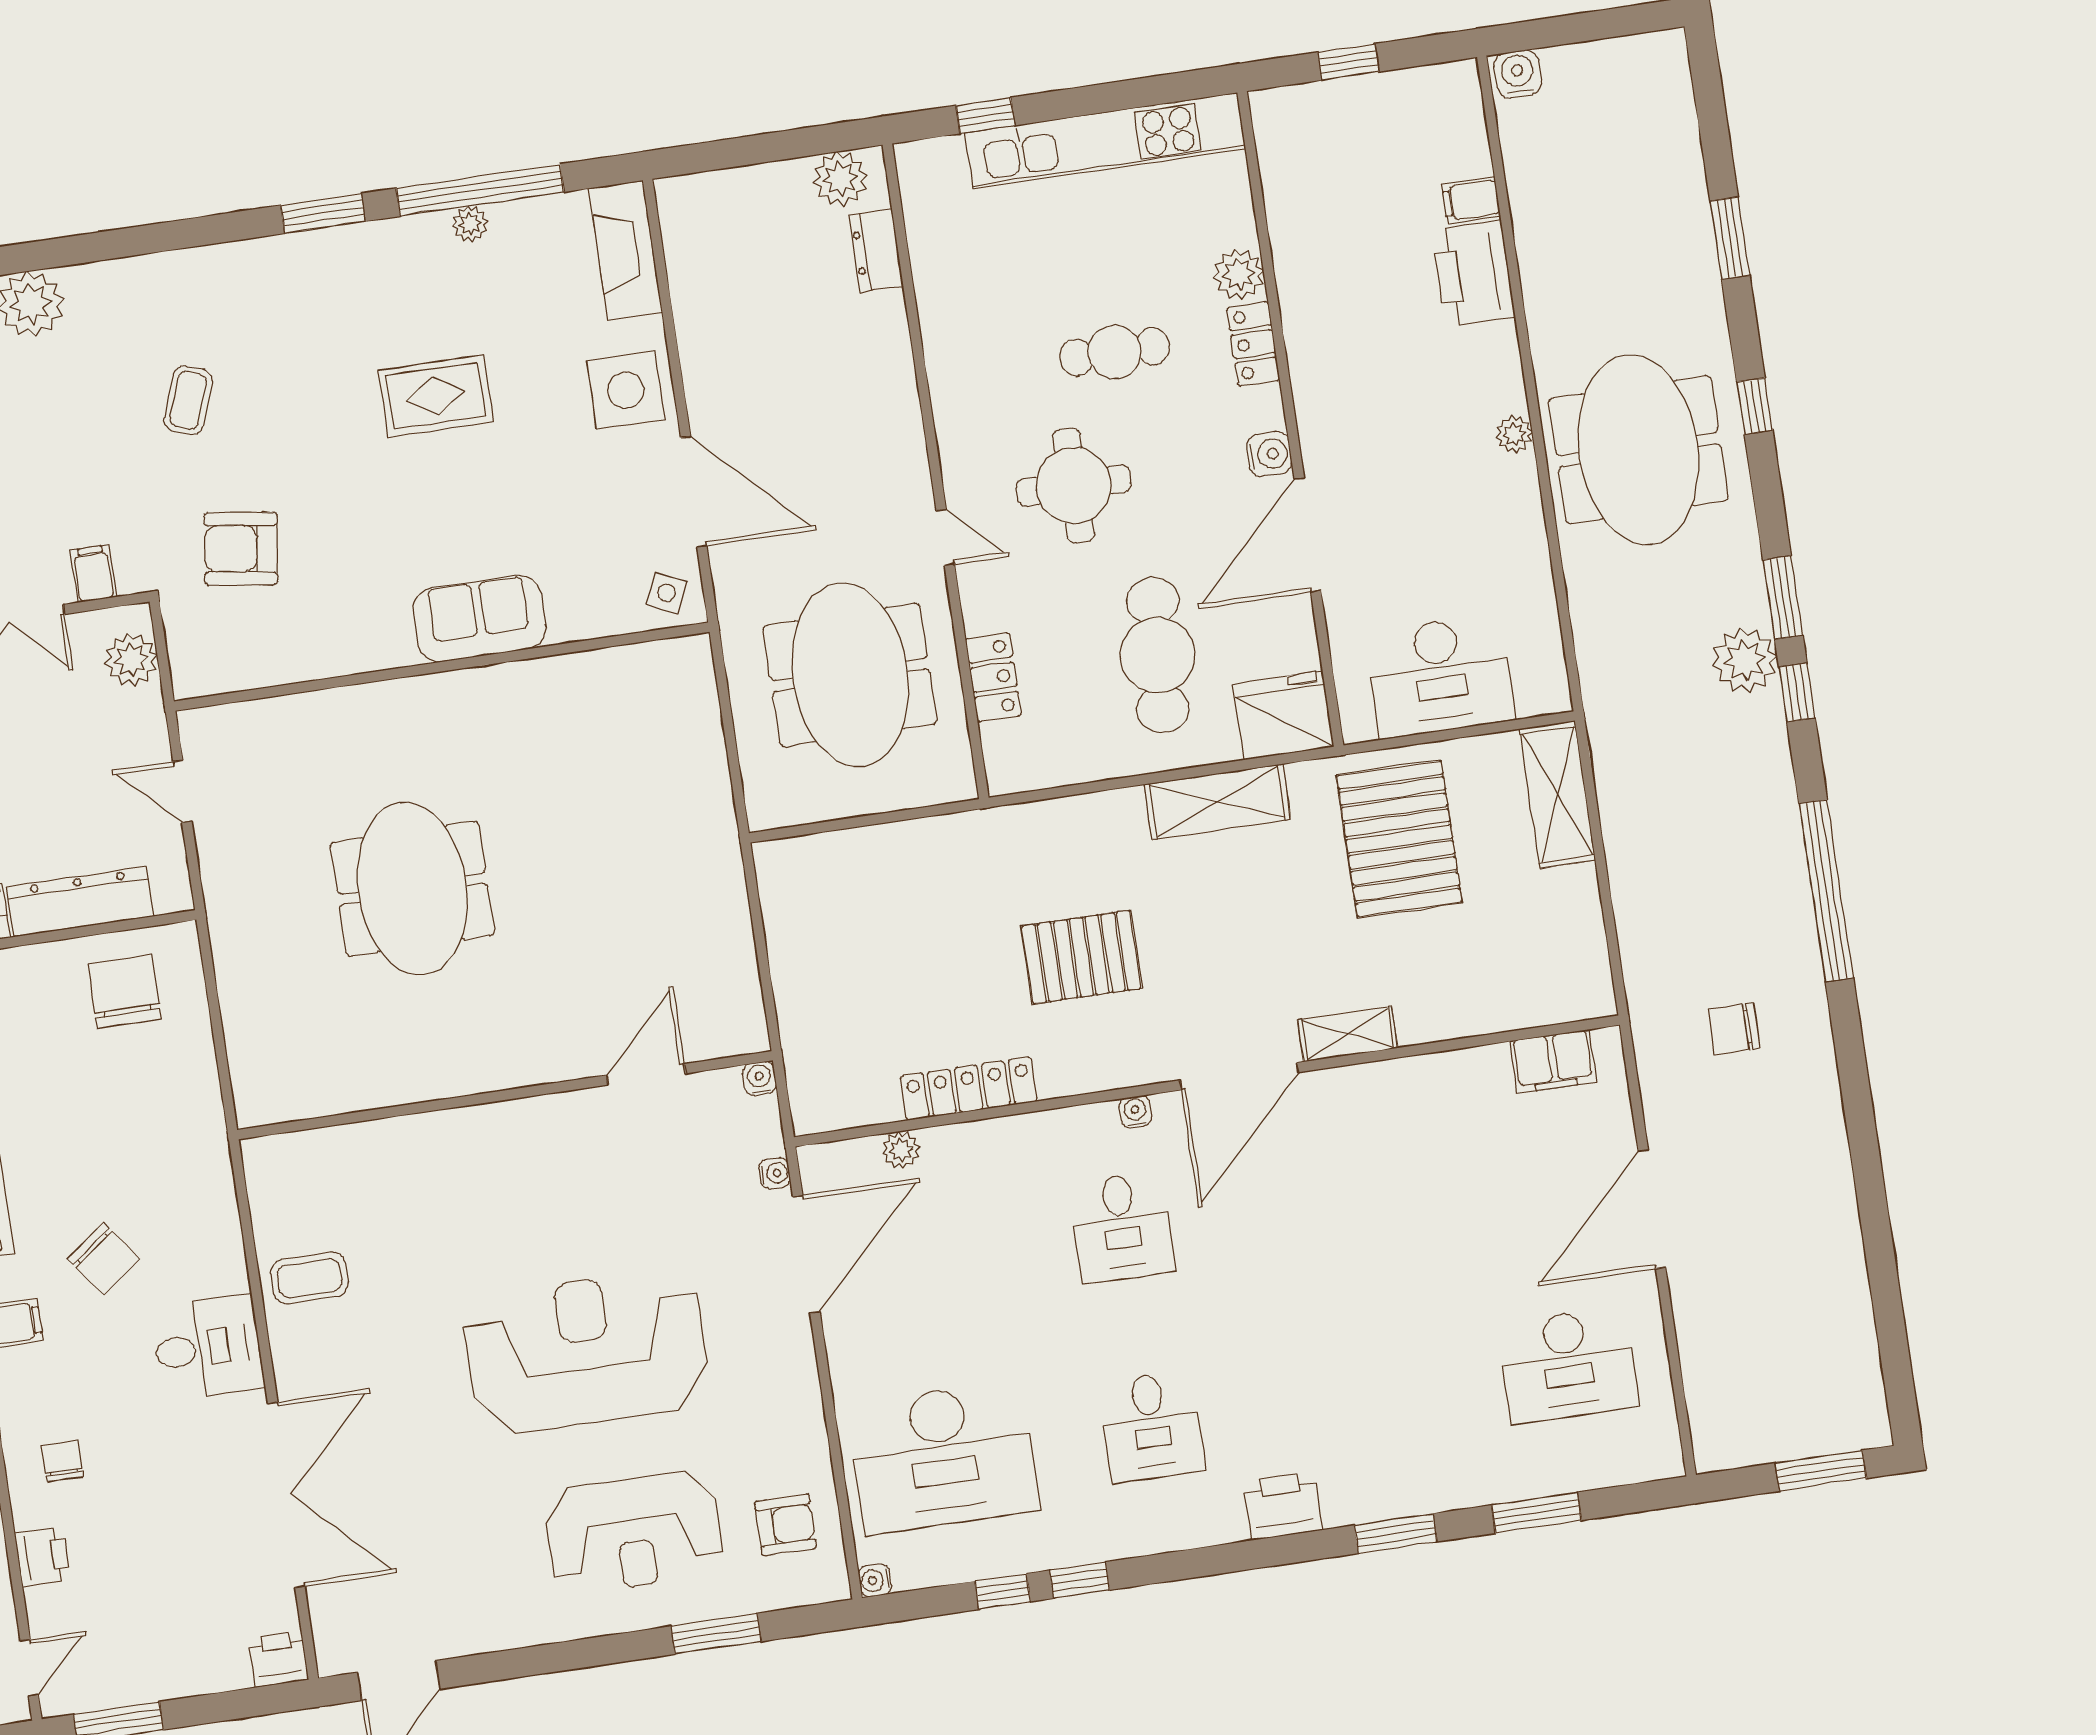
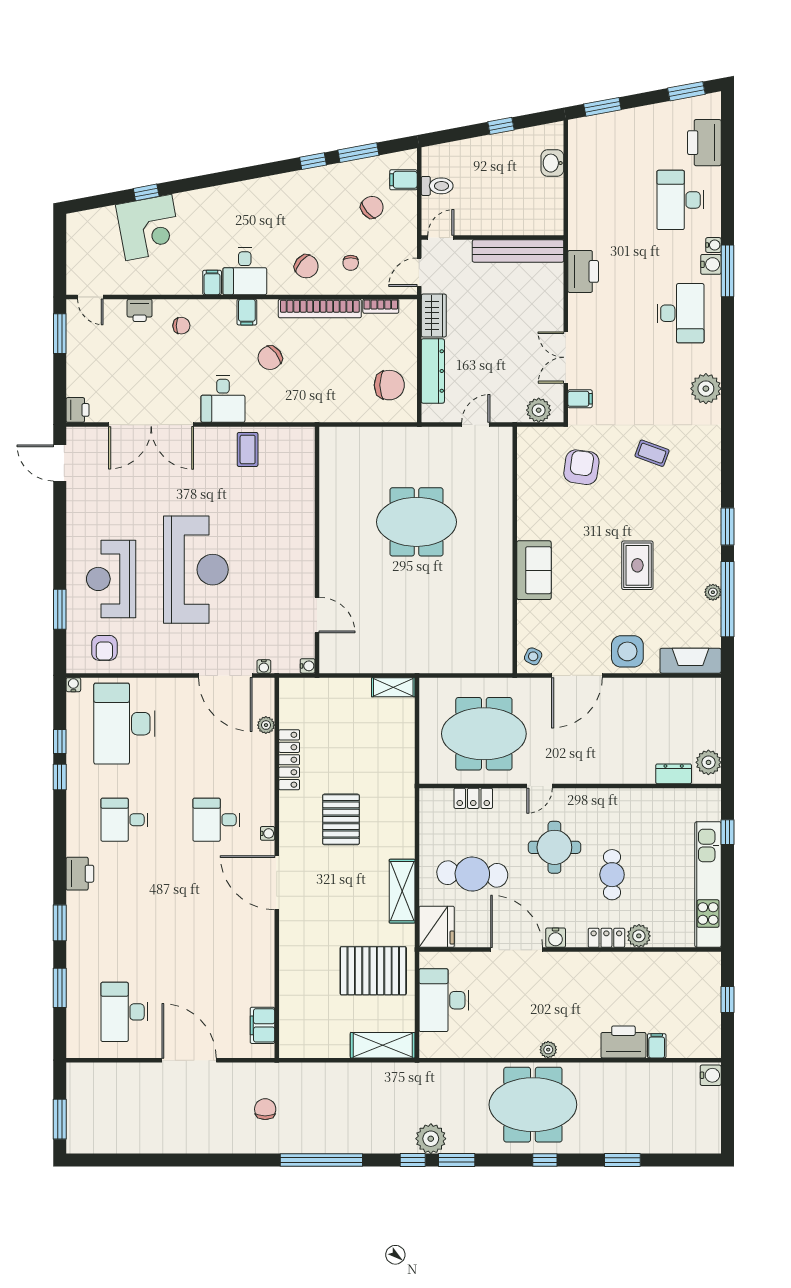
shelving: (1348, 1034) -> (393, 687), moved, turned 90

